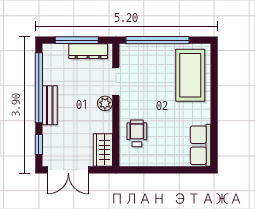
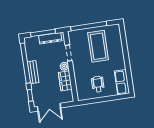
coffee table: (190, 75) -> (98, 46), moved
wheelchair: (137, 133) -> (98, 84), moved
wardrobe: (103, 150) -> (65, 81), moved

